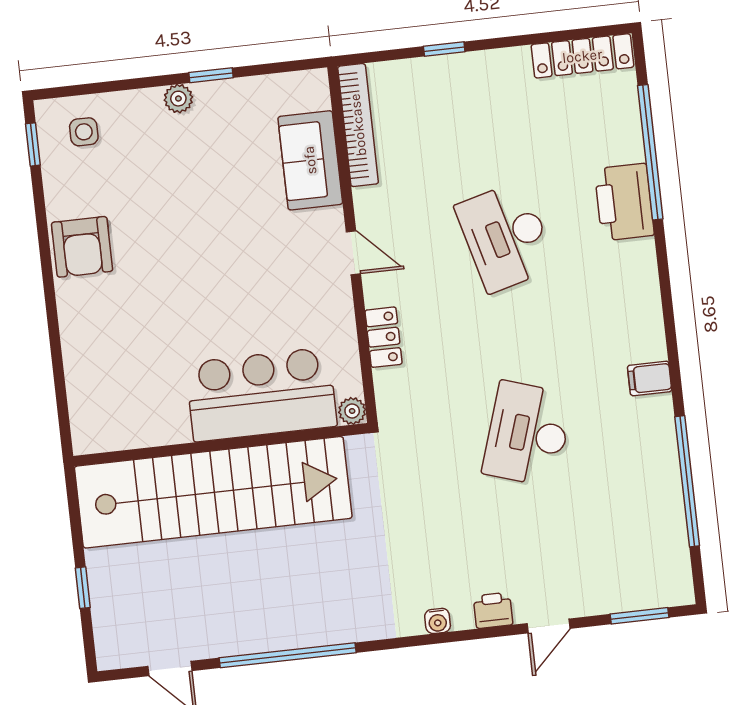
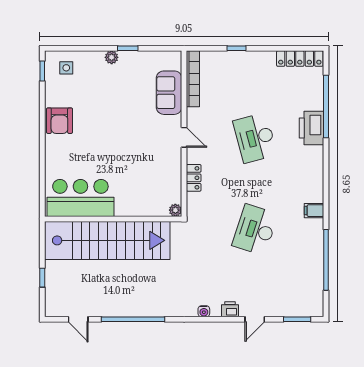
bar counter: (261, 395) -> (80, 198), moved

